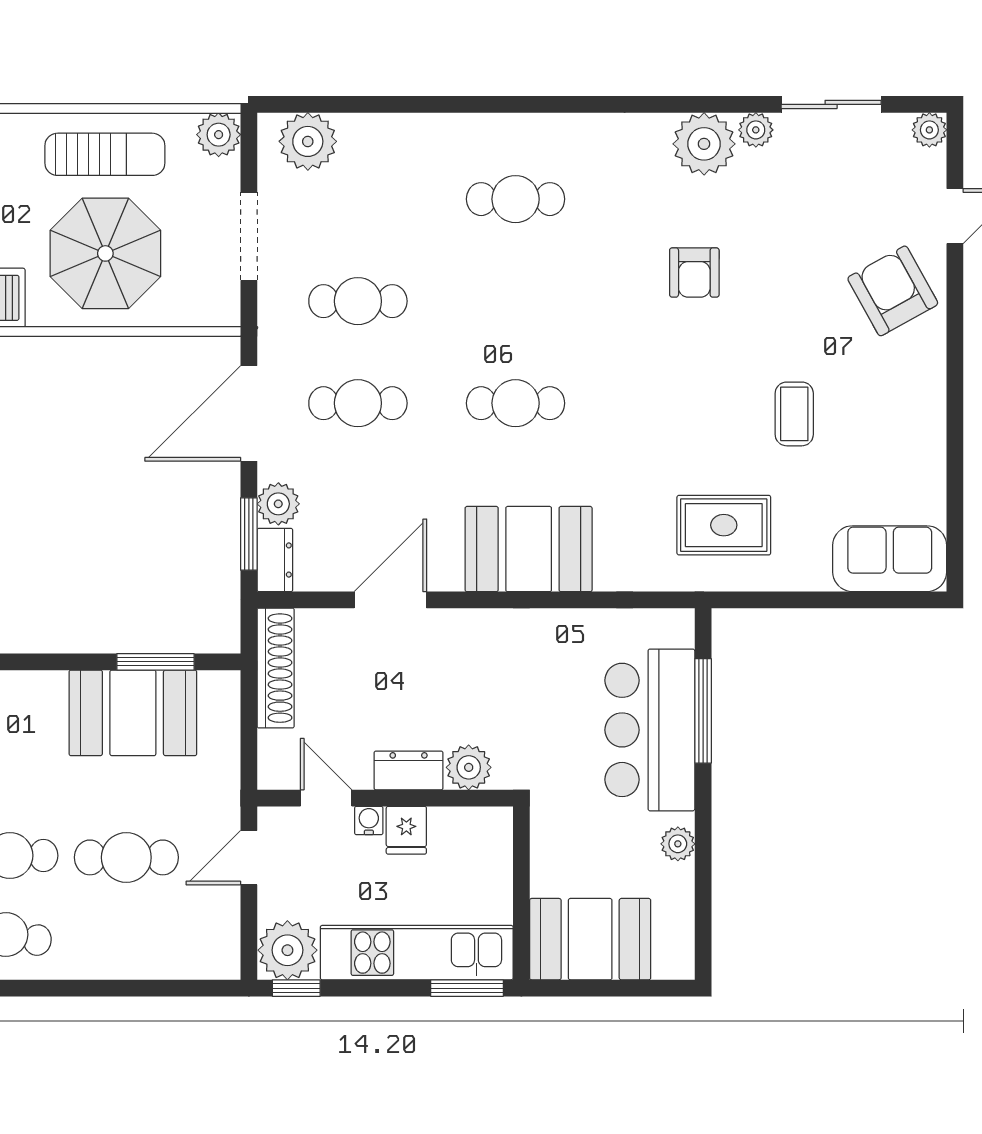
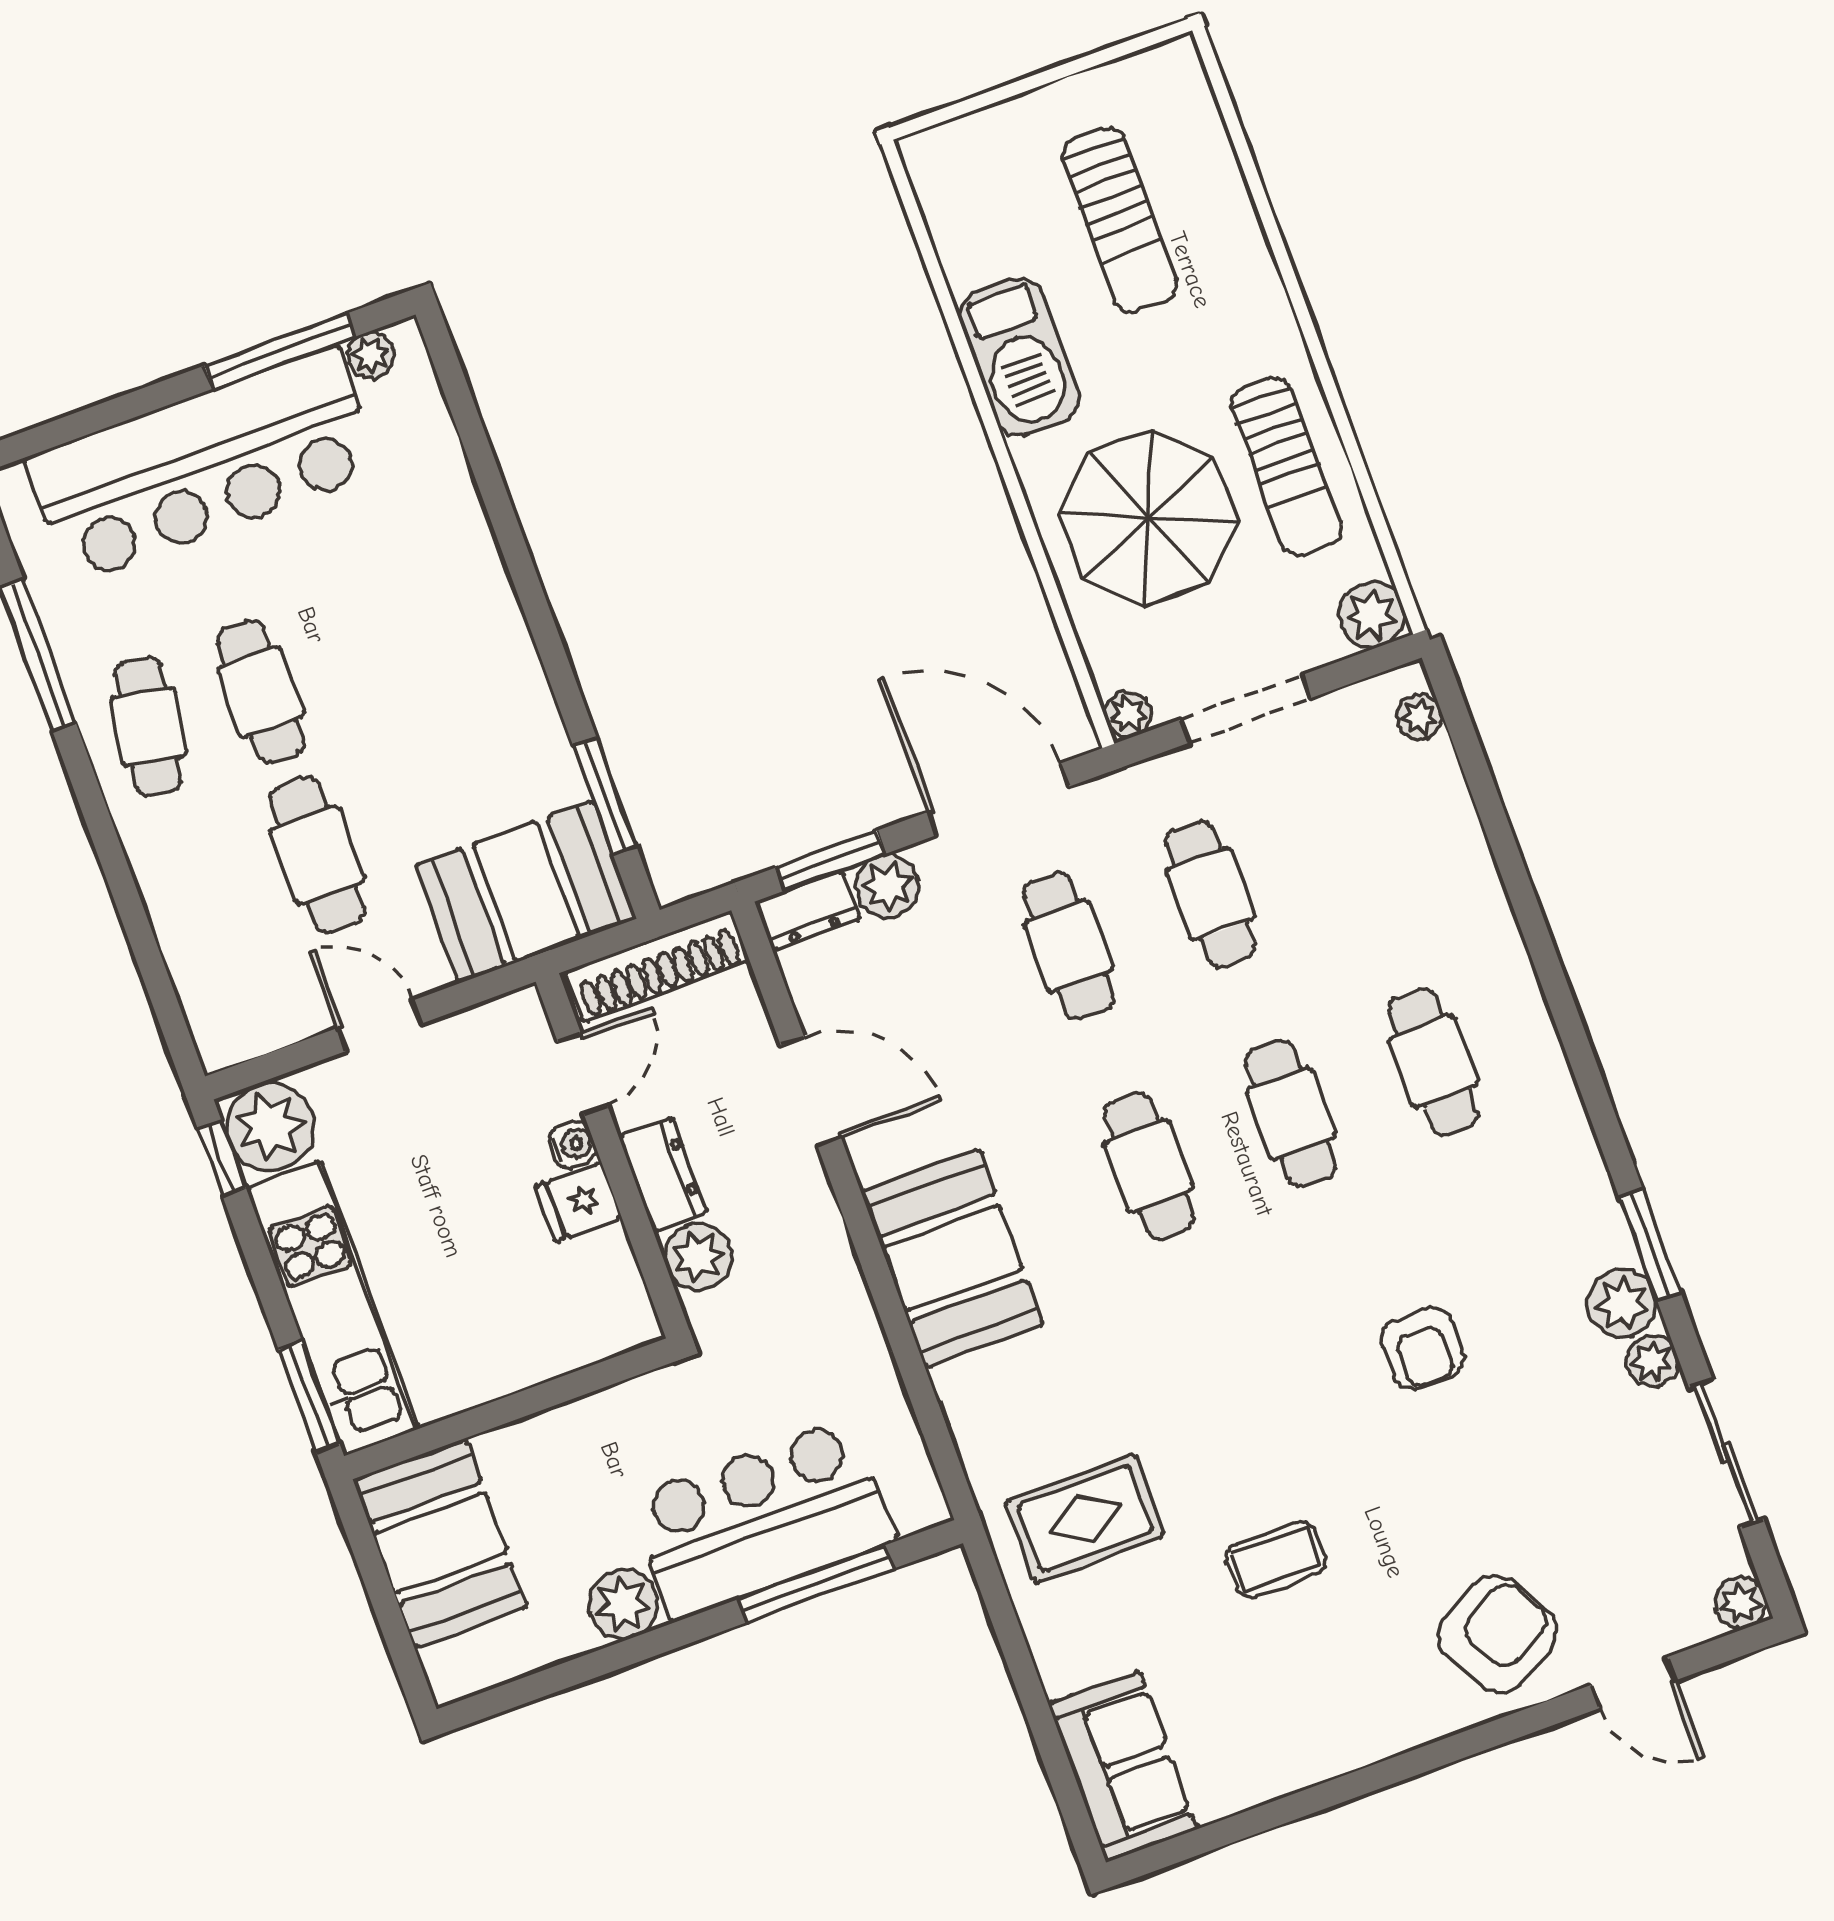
window: (682, 104) -> (1650, 1246), added
plant: (308, 141) -> (1419, 717), width x0.53, depth x0.53
plant: (704, 144) -> (1622, 1303), width x0.73, depth x0.73
armchair: (694, 272) -> (1422, 1348), turned -90
cafe table: (516, 301) -> (1291, 1114), added
plant: (225, 312) -> (1128, 714), added
rug: (724, 525) -> (1085, 1518), turned 90
booth: (133, 713) -> (526, 892), moved, turned 90
plant: (469, 767) -> (698, 1257), moved
dresser: (409, 770) -> (663, 1174), moved
door: (326, 798) -> (582, 1074), moved
wall: (385, 798) -> (612, 1156), moved
water cooler: (369, 820) -> (573, 1145), moved
fridge: (406, 830) -> (578, 1202), moved
plant: (678, 844) -> (623, 1604), width x1.38, depth x1.38

